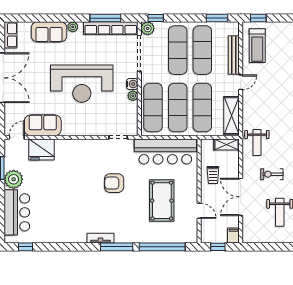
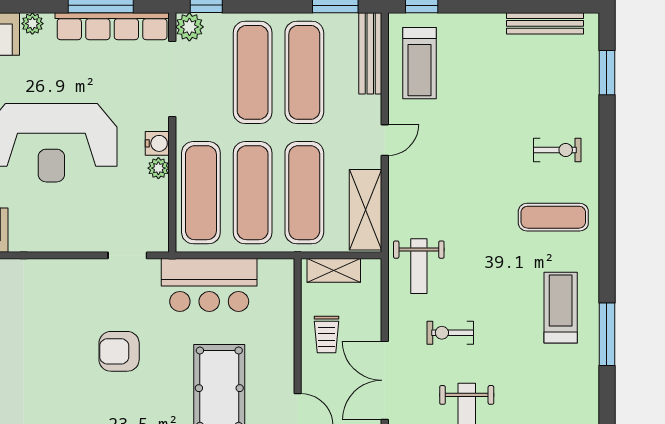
bench: (234, 55) -> (370, 53), moved
shelving: (227, 145) -> (334, 270), moved
bar counter: (165, 151) -> (209, 285), width x0.73

